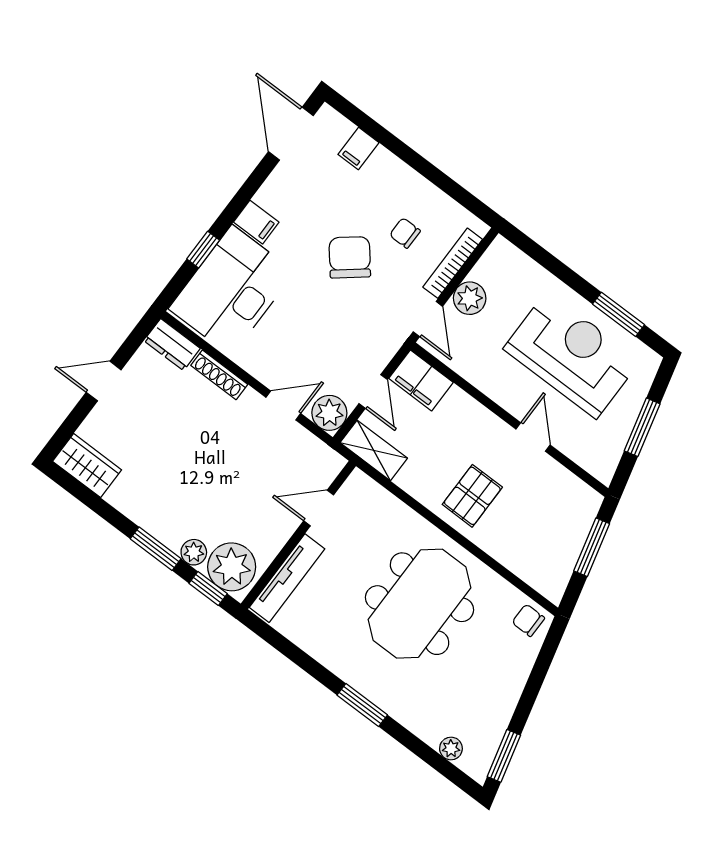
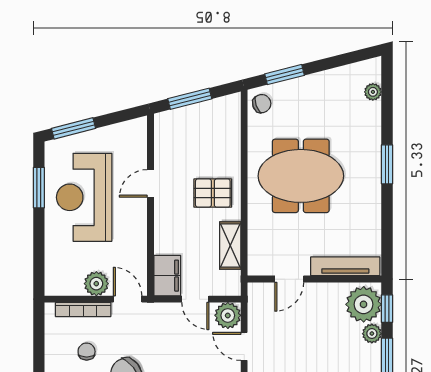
chair: (405, 233) -> (87, 352), turned 180
door: (428, 319) -> (128, 299), hinge flipped
door: (373, 392) -> (195, 299), swing flipped
window: (642, 427) -> (73, 128), moved
shelving: (374, 450) -> (230, 246), moved
door: (319, 508) -> (289, 279), hinge flipped
chair: (528, 620) -> (262, 104), turned -109
window: (504, 756) -> (285, 75), moved

